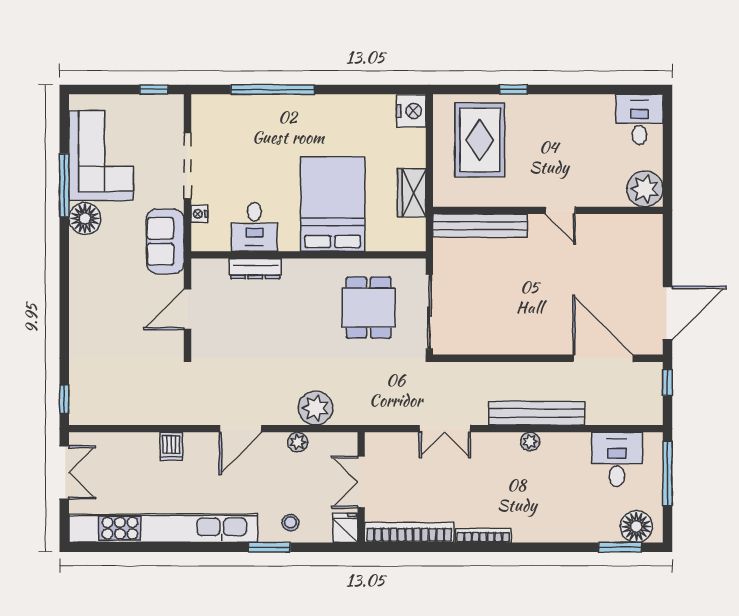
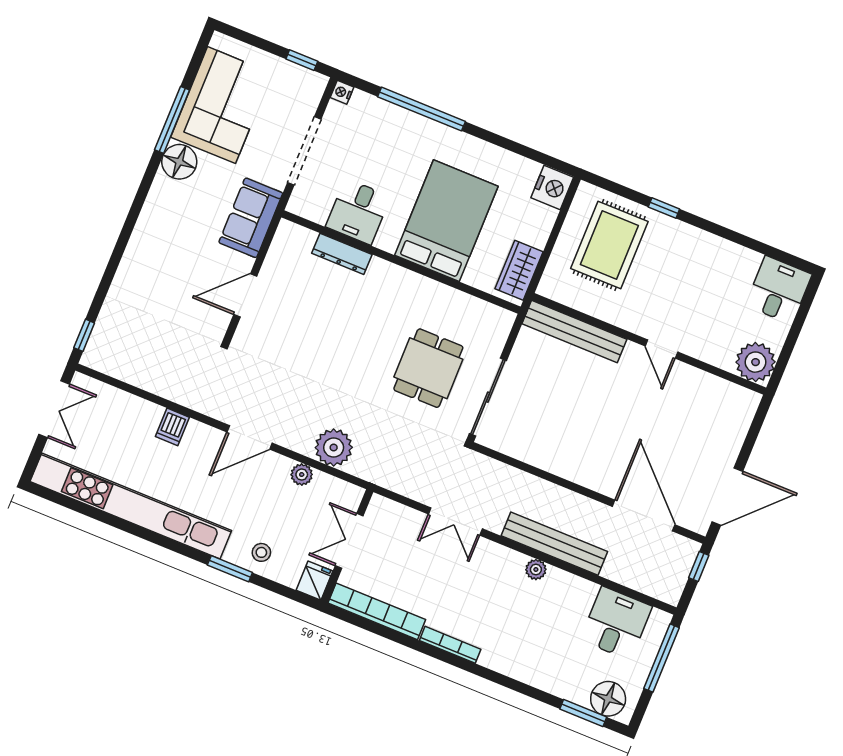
bed: (333, 204) -> (446, 221), moved
nightstand: (199, 214) -> (342, 92), moved
desk: (254, 227) -> (358, 212), moved
wall: (308, 255) -> (401, 262), moved
dresser: (255, 269) -> (342, 254), moved

